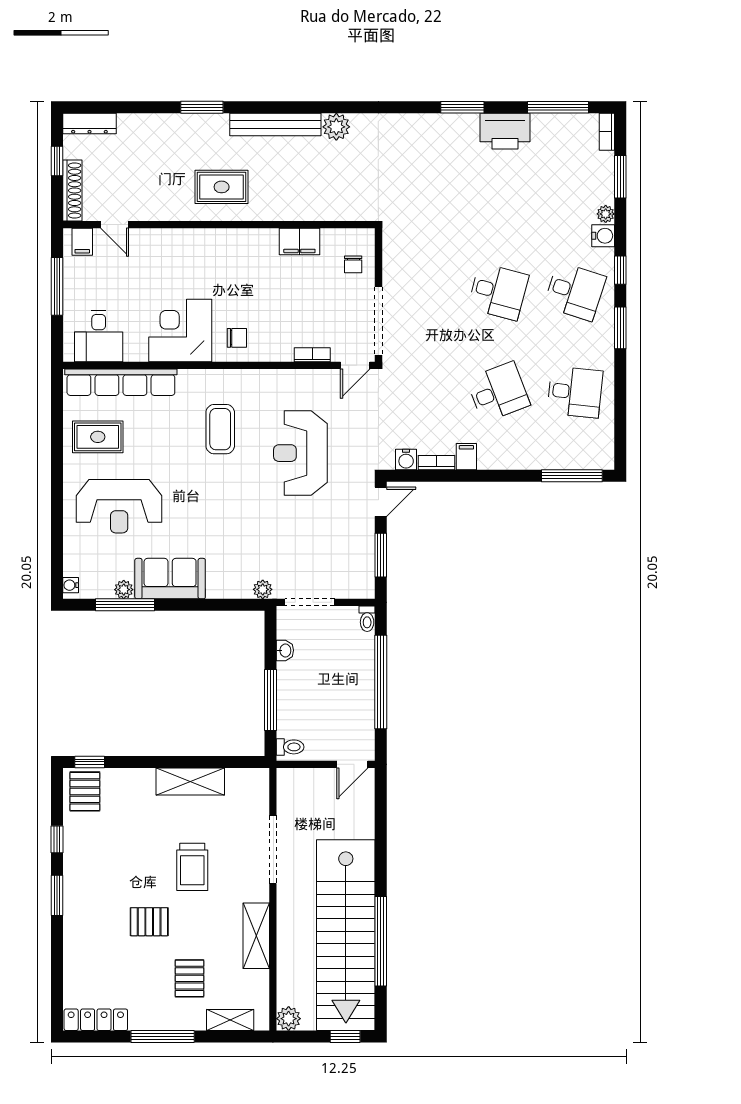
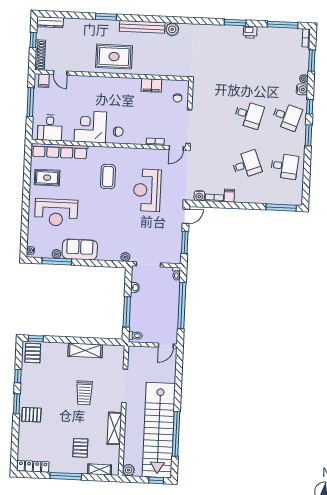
printer: (505, 131) -> (250, 32), width x0.53, depth x0.68
rug: (222, 187) -> (114, 57), width x1.36, depth x1.43
pallet: (149, 922) -> (31, 415), moved

